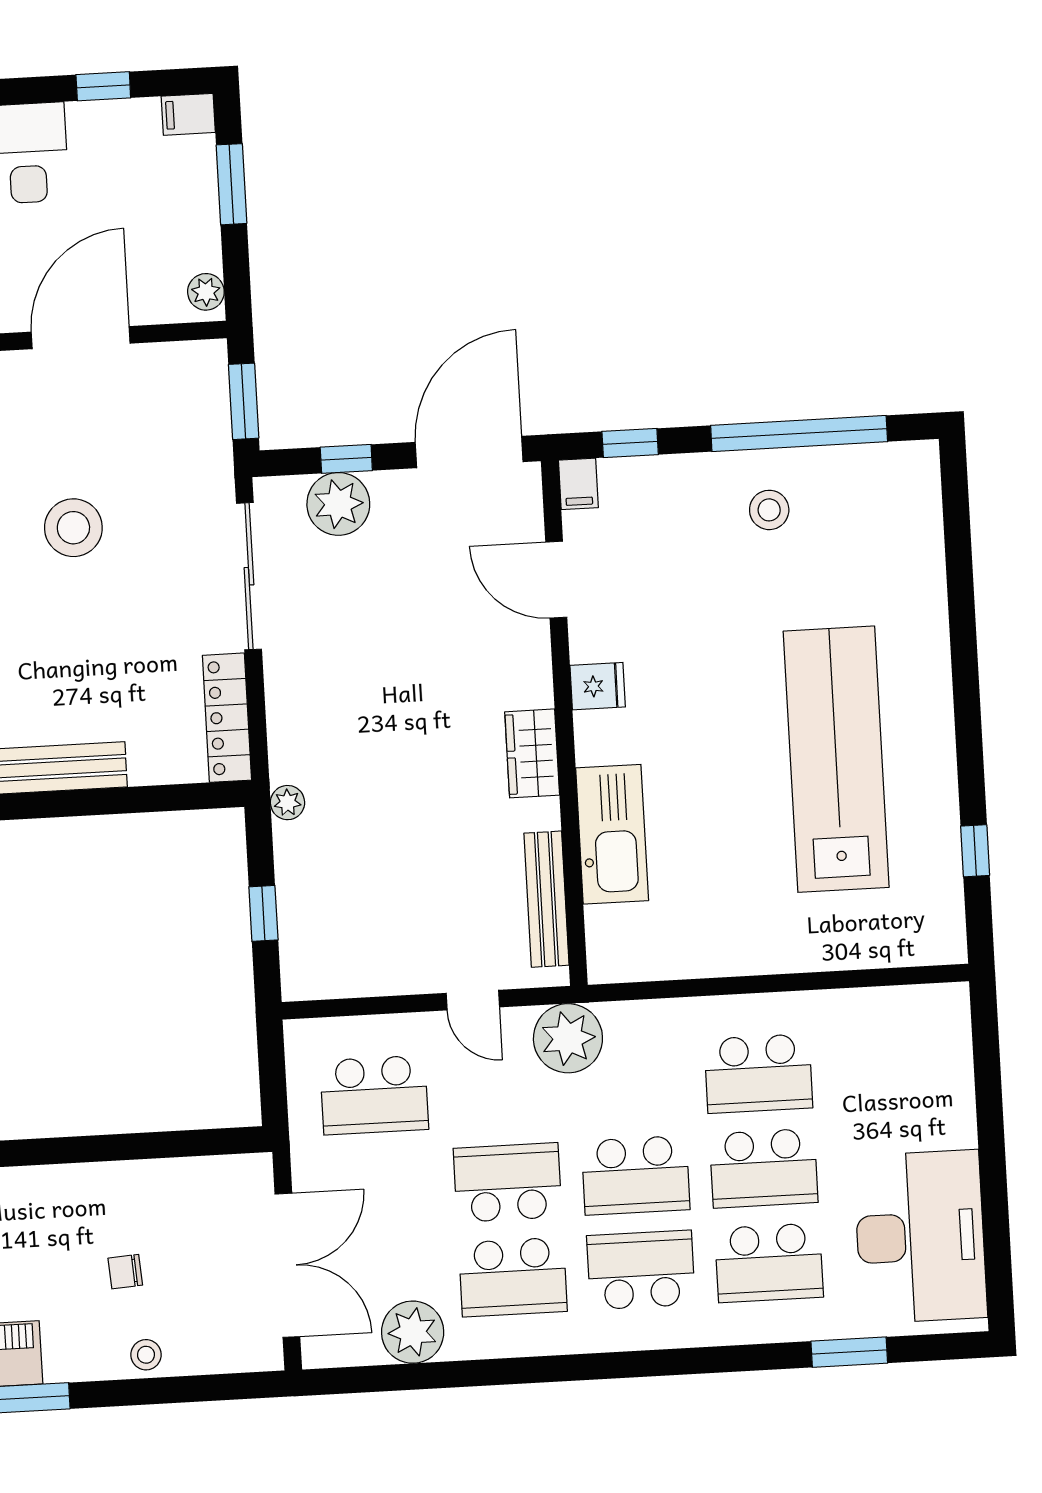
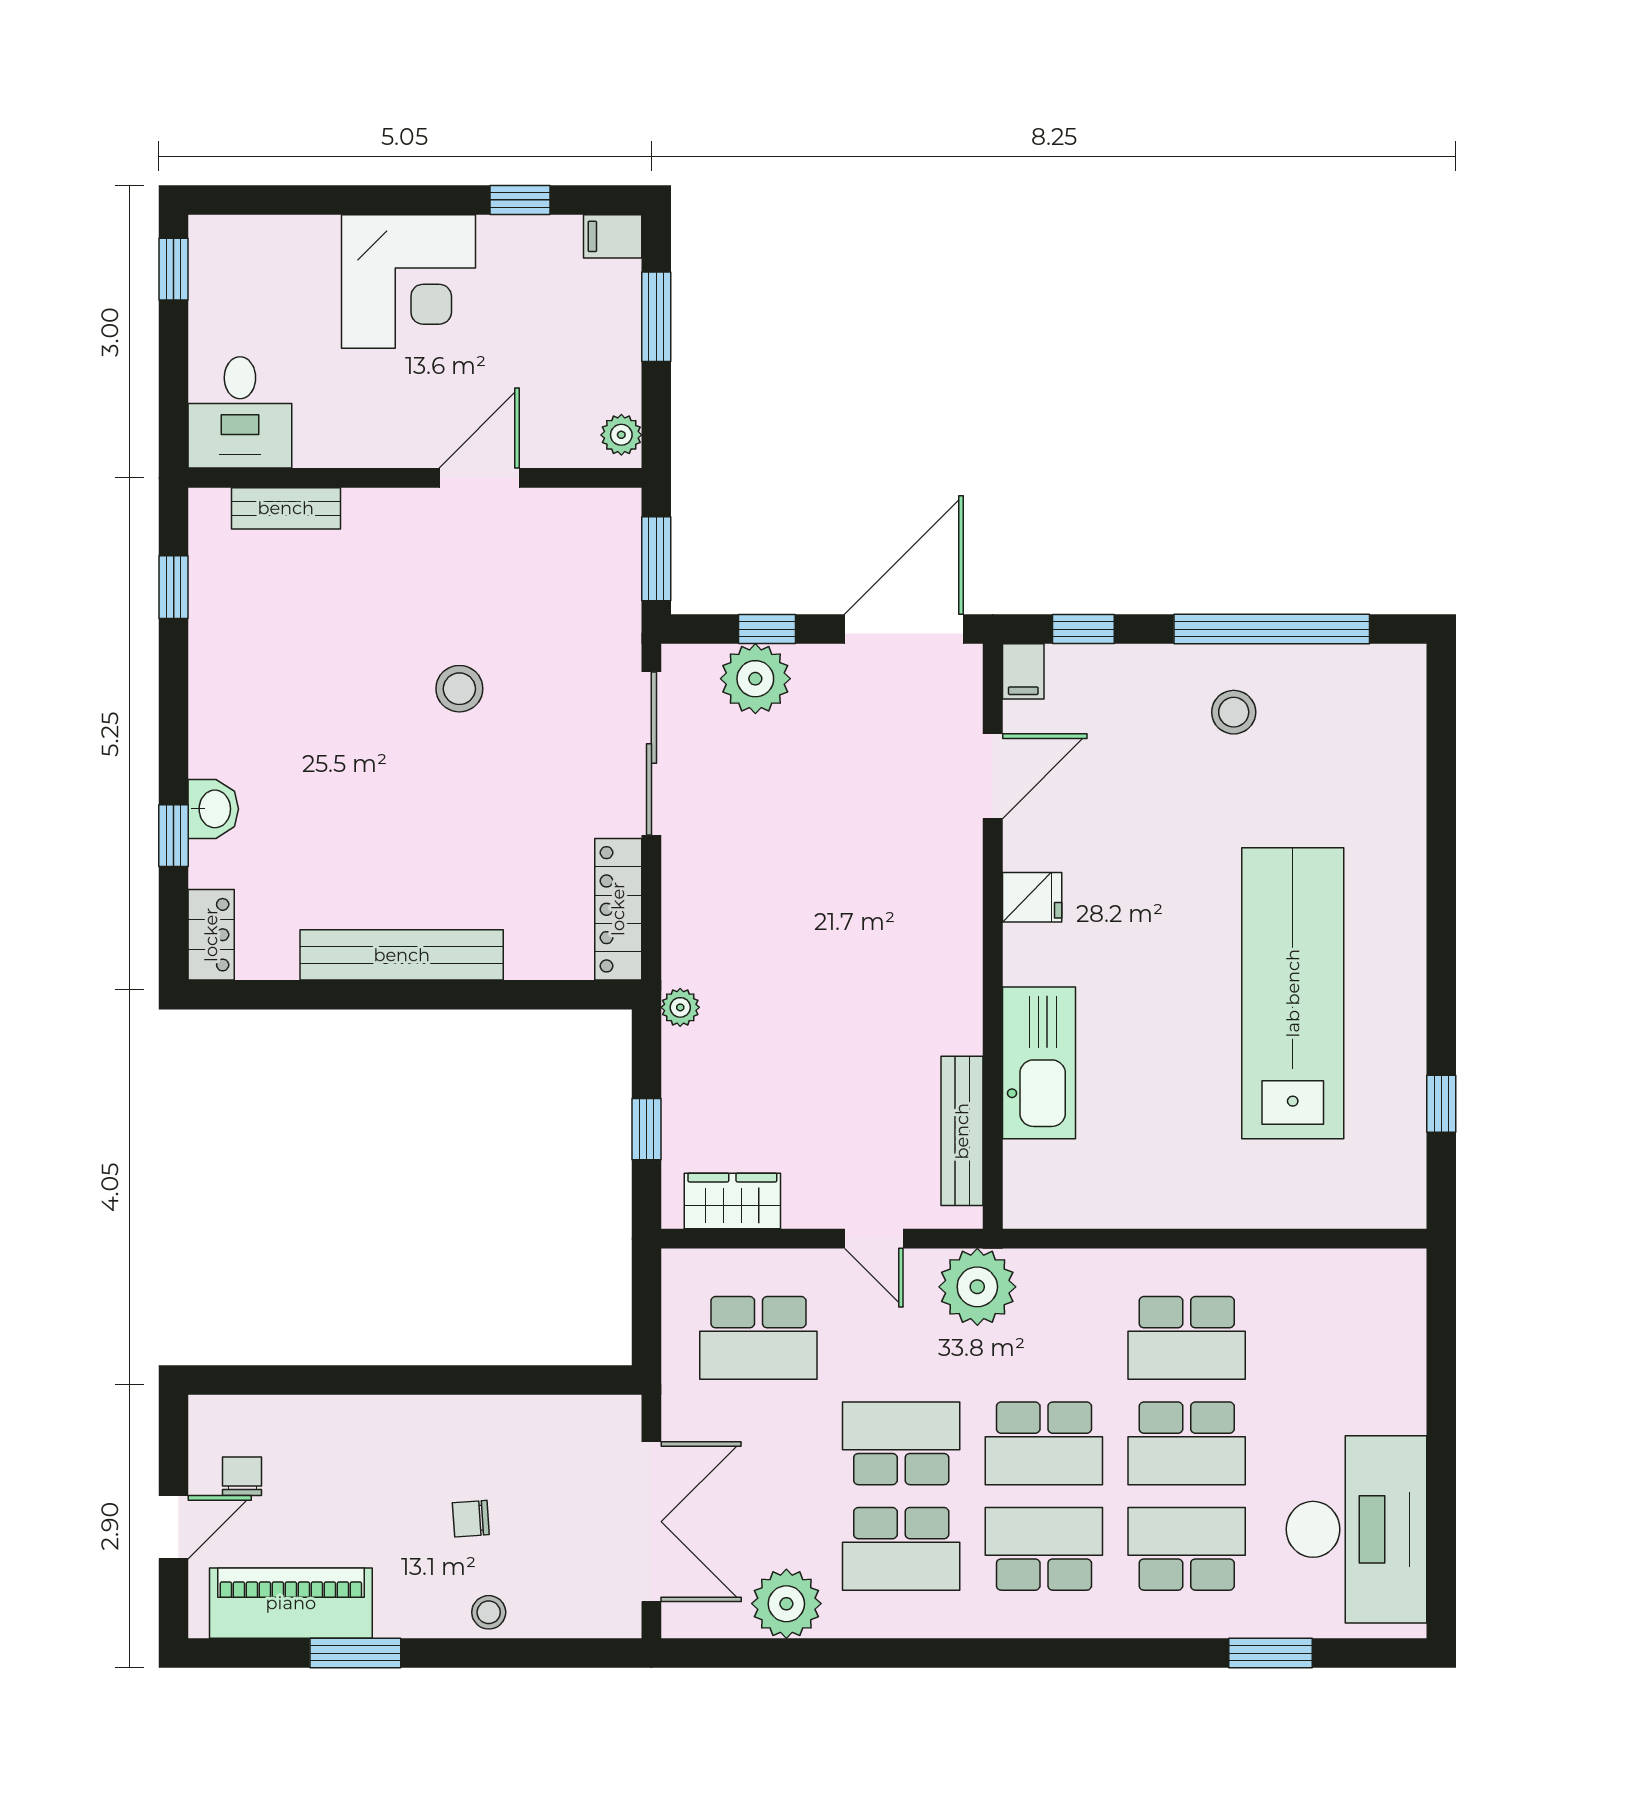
door: (81, 338) -> (479, 478), width x0.73
stool: (73, 528) -> (459, 689), width x0.73, depth x0.73
door: (556, 580) -> (993, 776), swing flipped
wardrobe: (532, 753) -> (732, 1201), moved, turned 90
school desk: (769, 1263) -> (1187, 1549), turned 180

